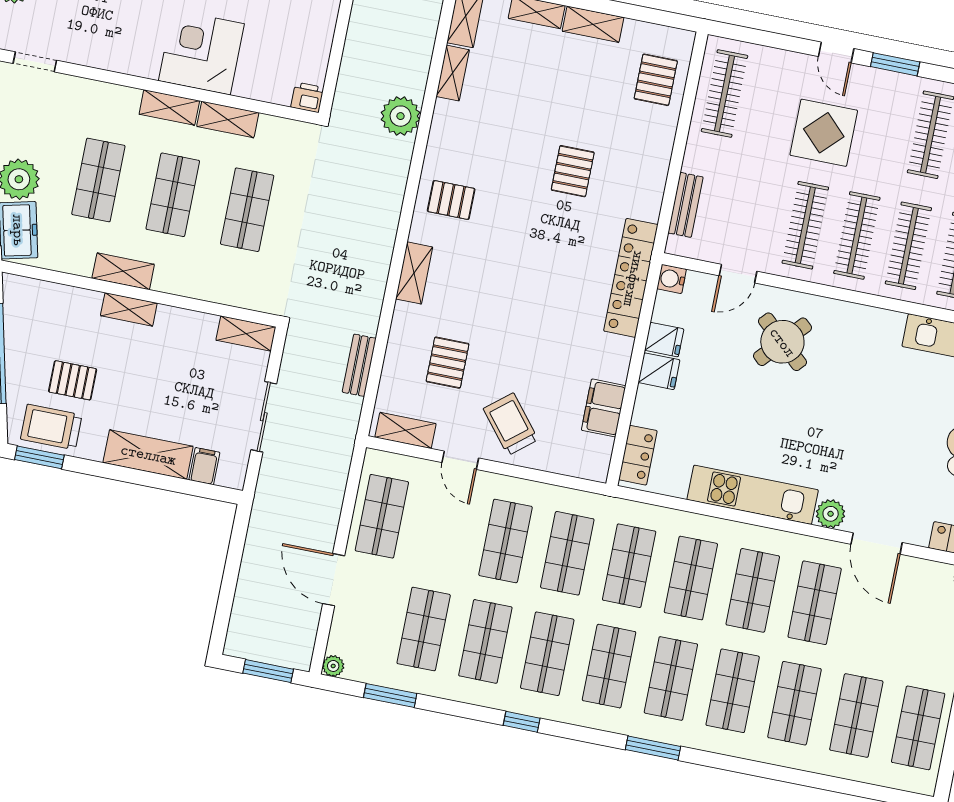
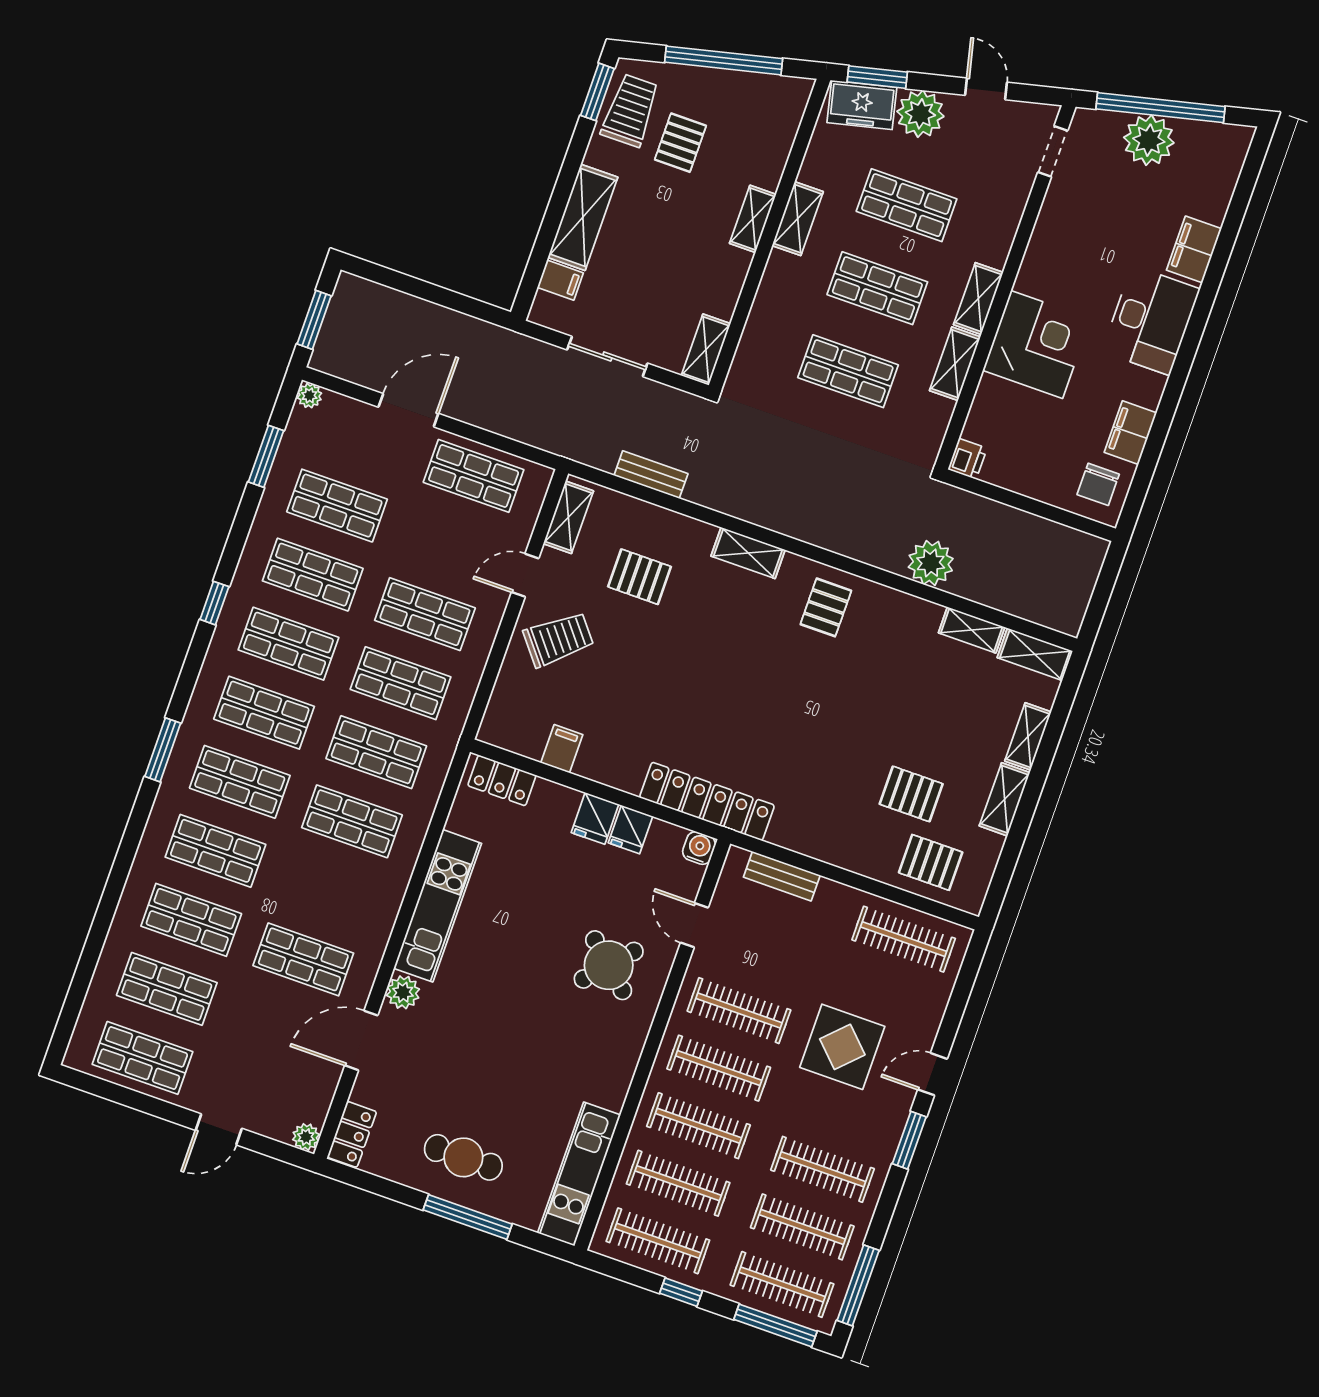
pallet: (573, 171) -> (911, 794), moved
filing cabinet: (604, 408) -> (562, 749), width x0.50
shop shelf: (753, 590) -> (328, 890), removed

